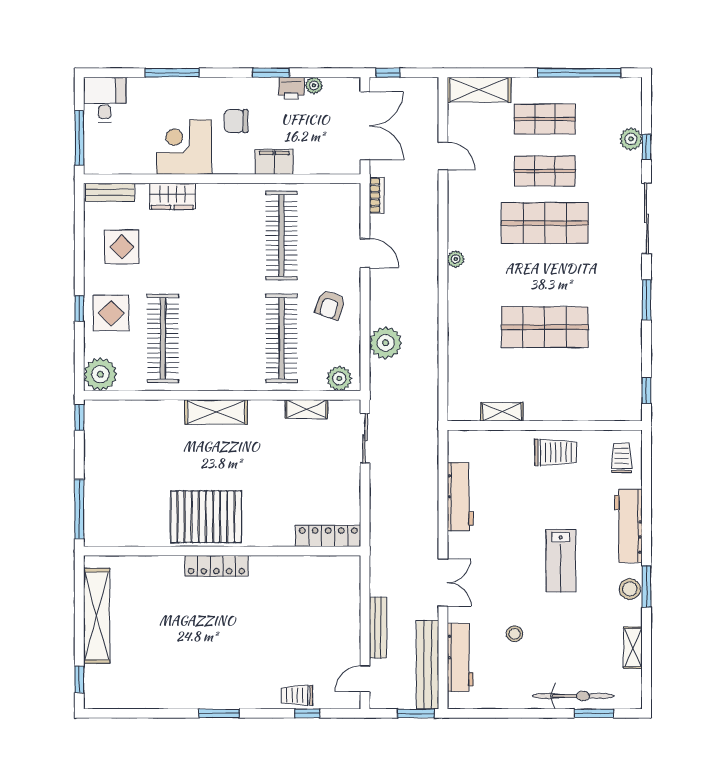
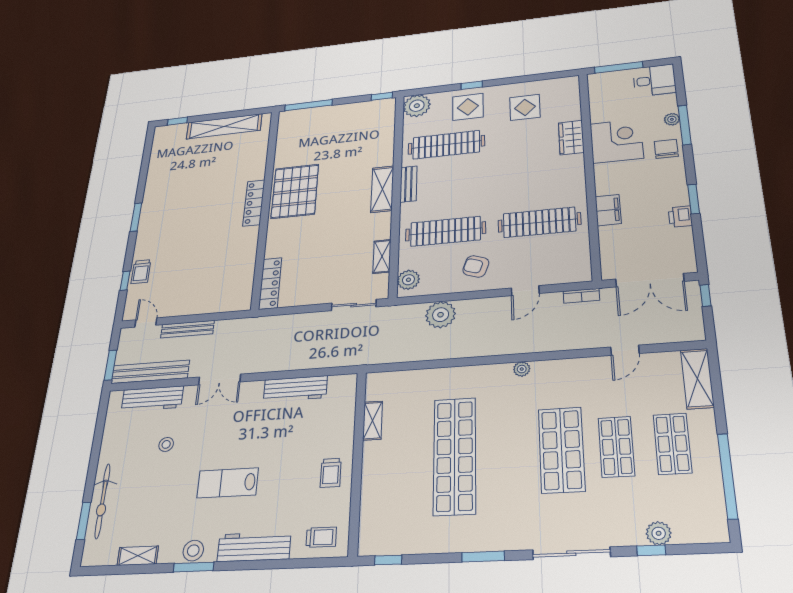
plant: (314, 85) -> (672, 119), moved
chair: (236, 121) -> (666, 149), moved
bench: (110, 192) -> (408, 184), moved
shop shelf: (545, 327) -> (455, 456), width x1.40
trolley: (556, 452) -> (331, 473), width x0.73, depth x0.72
trolley: (297, 695) -> (141, 272), turned 180

